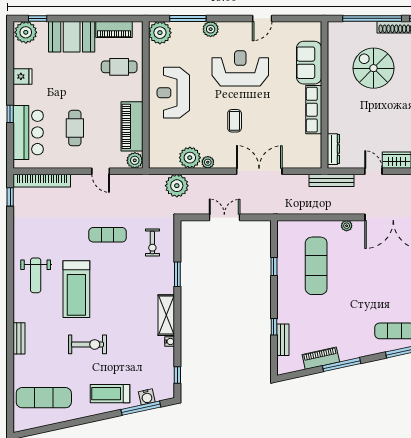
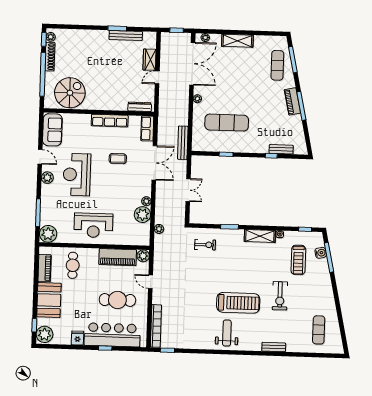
plant: (211, 29) -> (47, 178), moved
sofa: (309, 63) -> (52, 130), moved, turned -90
spiral stairs: (373, 68) -> (70, 93), moved, turned 180
coffee table: (235, 121) -> (118, 159), moved
cafe table: (75, 128) -> (117, 300), width x1.37, depth x1.35
bar counter: (28, 132) -> (112, 335), width x1.36
row of seats: (305, 160) -> (147, 128), added
door: (101, 171) -> (150, 282), swing flipped
double door: (259, 171) -> (154, 163), swing flipped
bench: (332, 180) -> (183, 143), moved
plant: (177, 186) -> (159, 229), width x0.53, depth x0.53
double door: (224, 217) -> (188, 190), swing flipped
exercise mat: (108, 235) -> (198, 278), removed
weight bench: (36, 275) -> (227, 333), turned -90
exercise bike: (88, 344) -> (280, 296), turned 180
piano: (321, 358) -> (292, 101), moved
treadmill: (110, 394) -> (298, 260), moved
exercise mat: (44, 398) -> (319, 330), width x0.73, depth x0.69

